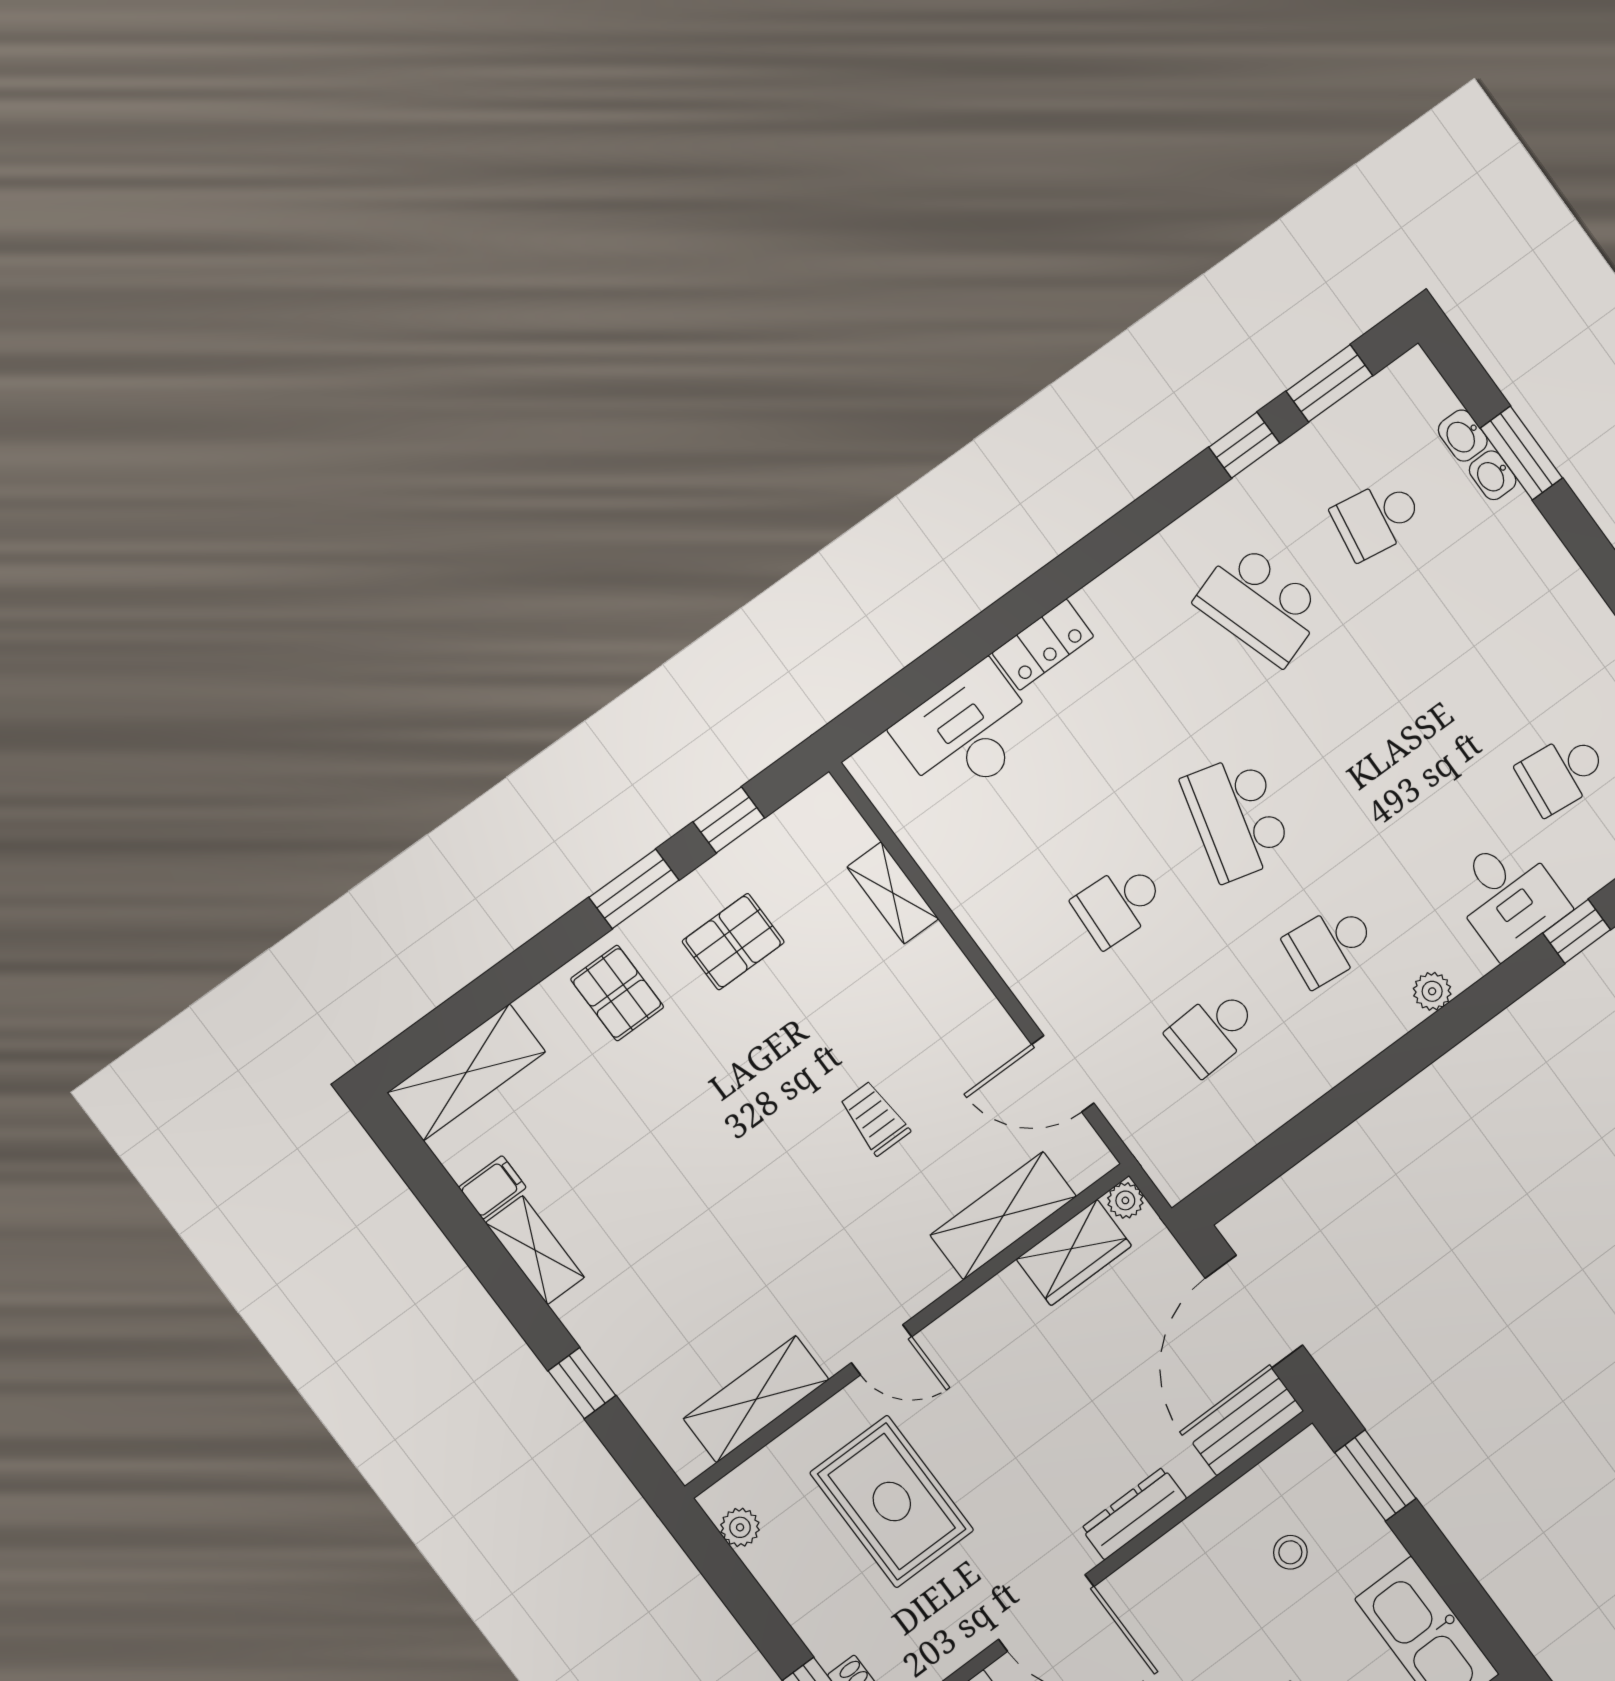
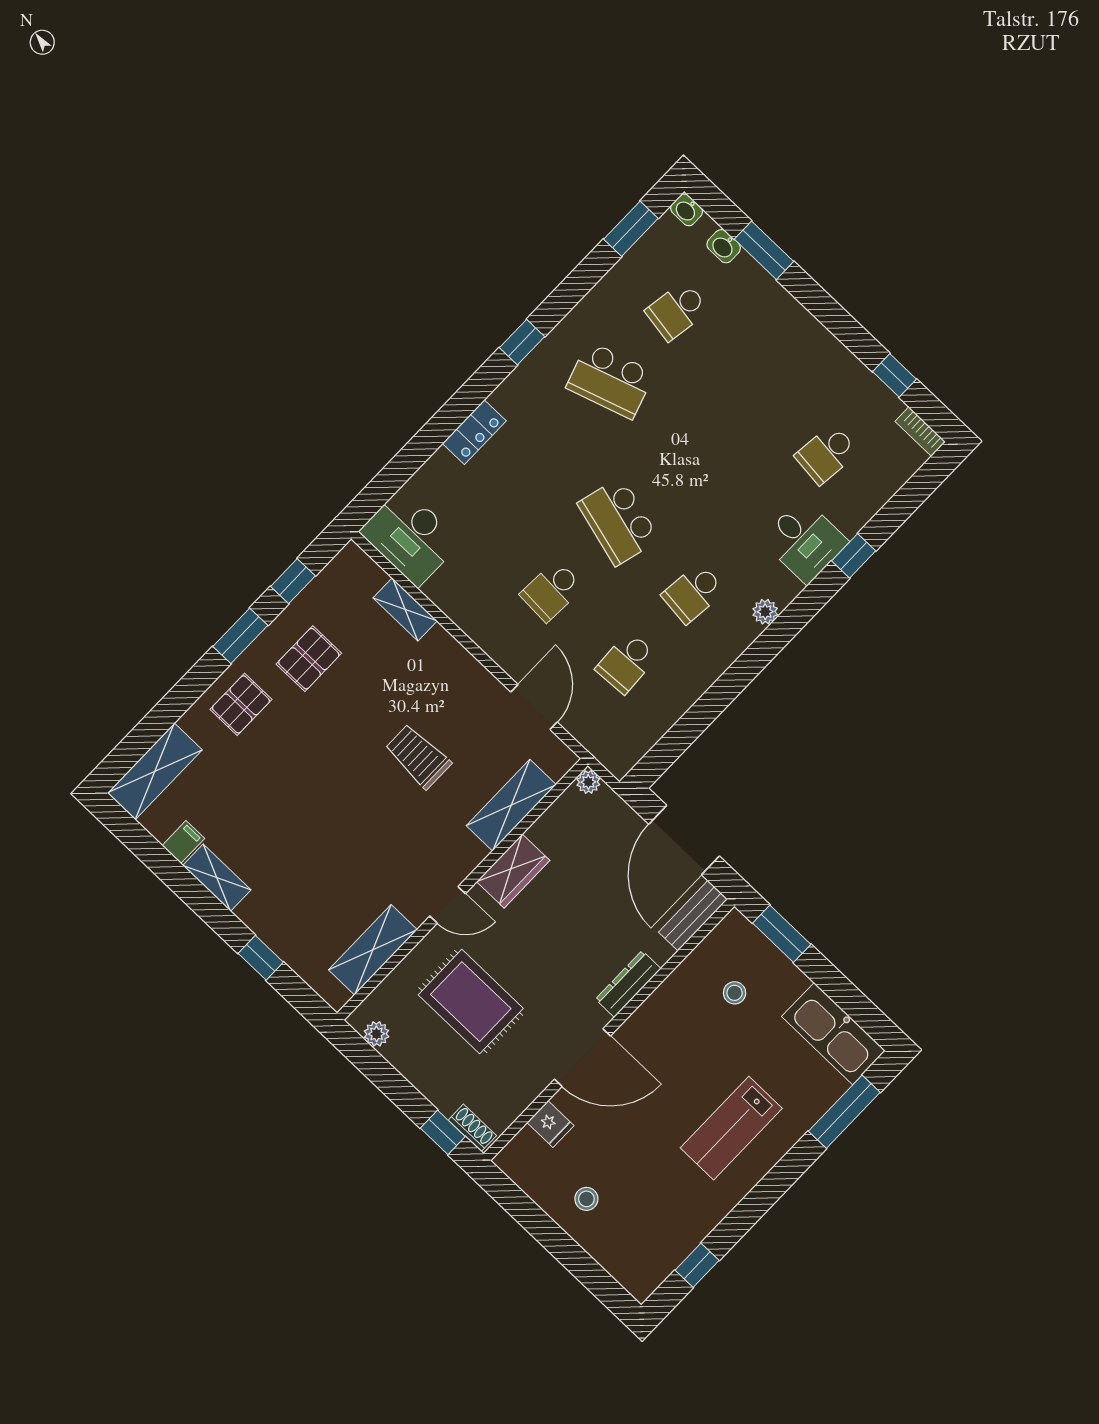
window: (1244, 445) -> (522, 342), moved
washbasin: (1493, 475) -> (687, 210), moved
desk: (967, 733) -> (410, 537), moved, turned -90
pallet: (617, 993) -> (241, 704), turned 90
door: (1063, 1074) -> (534, 707), swing flipped
trolley: (875, 1118) -> (418, 756), width x1.36, depth x1.39
wardrobe: (1074, 1253) -> (513, 871), moved

